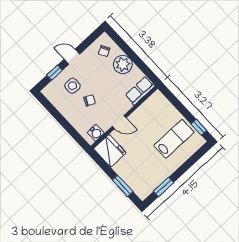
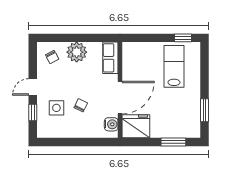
door: (119, 122) -> (120, 98), width x1.87

